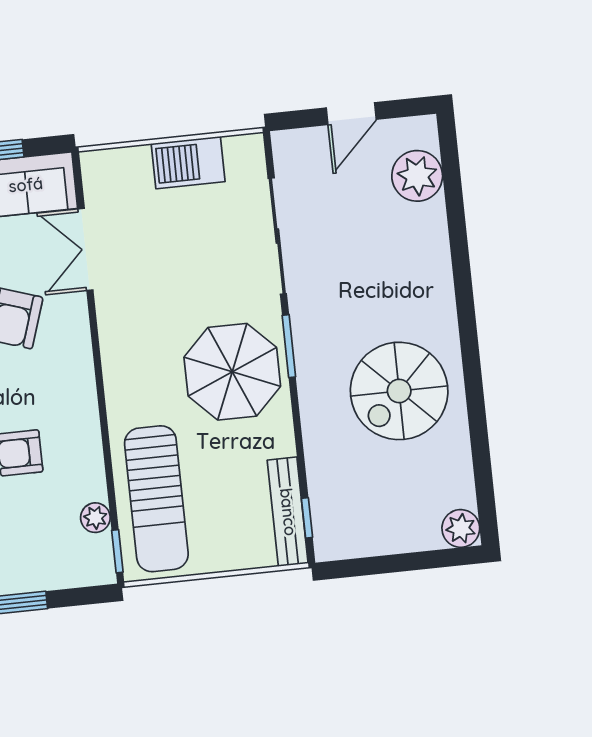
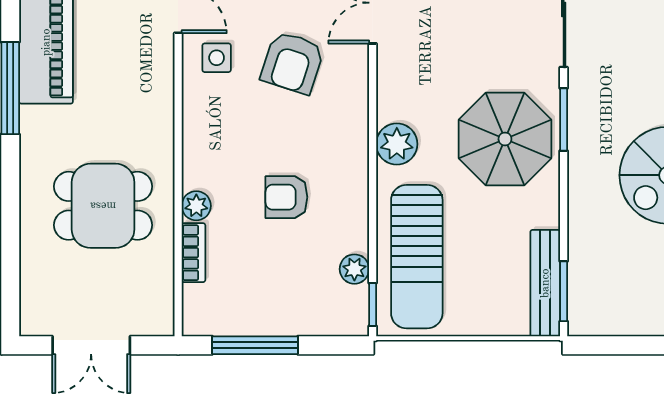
plant: (125, 388) -> (397, 144), added
window: (307, 518) -> (564, 291), width x1.50

